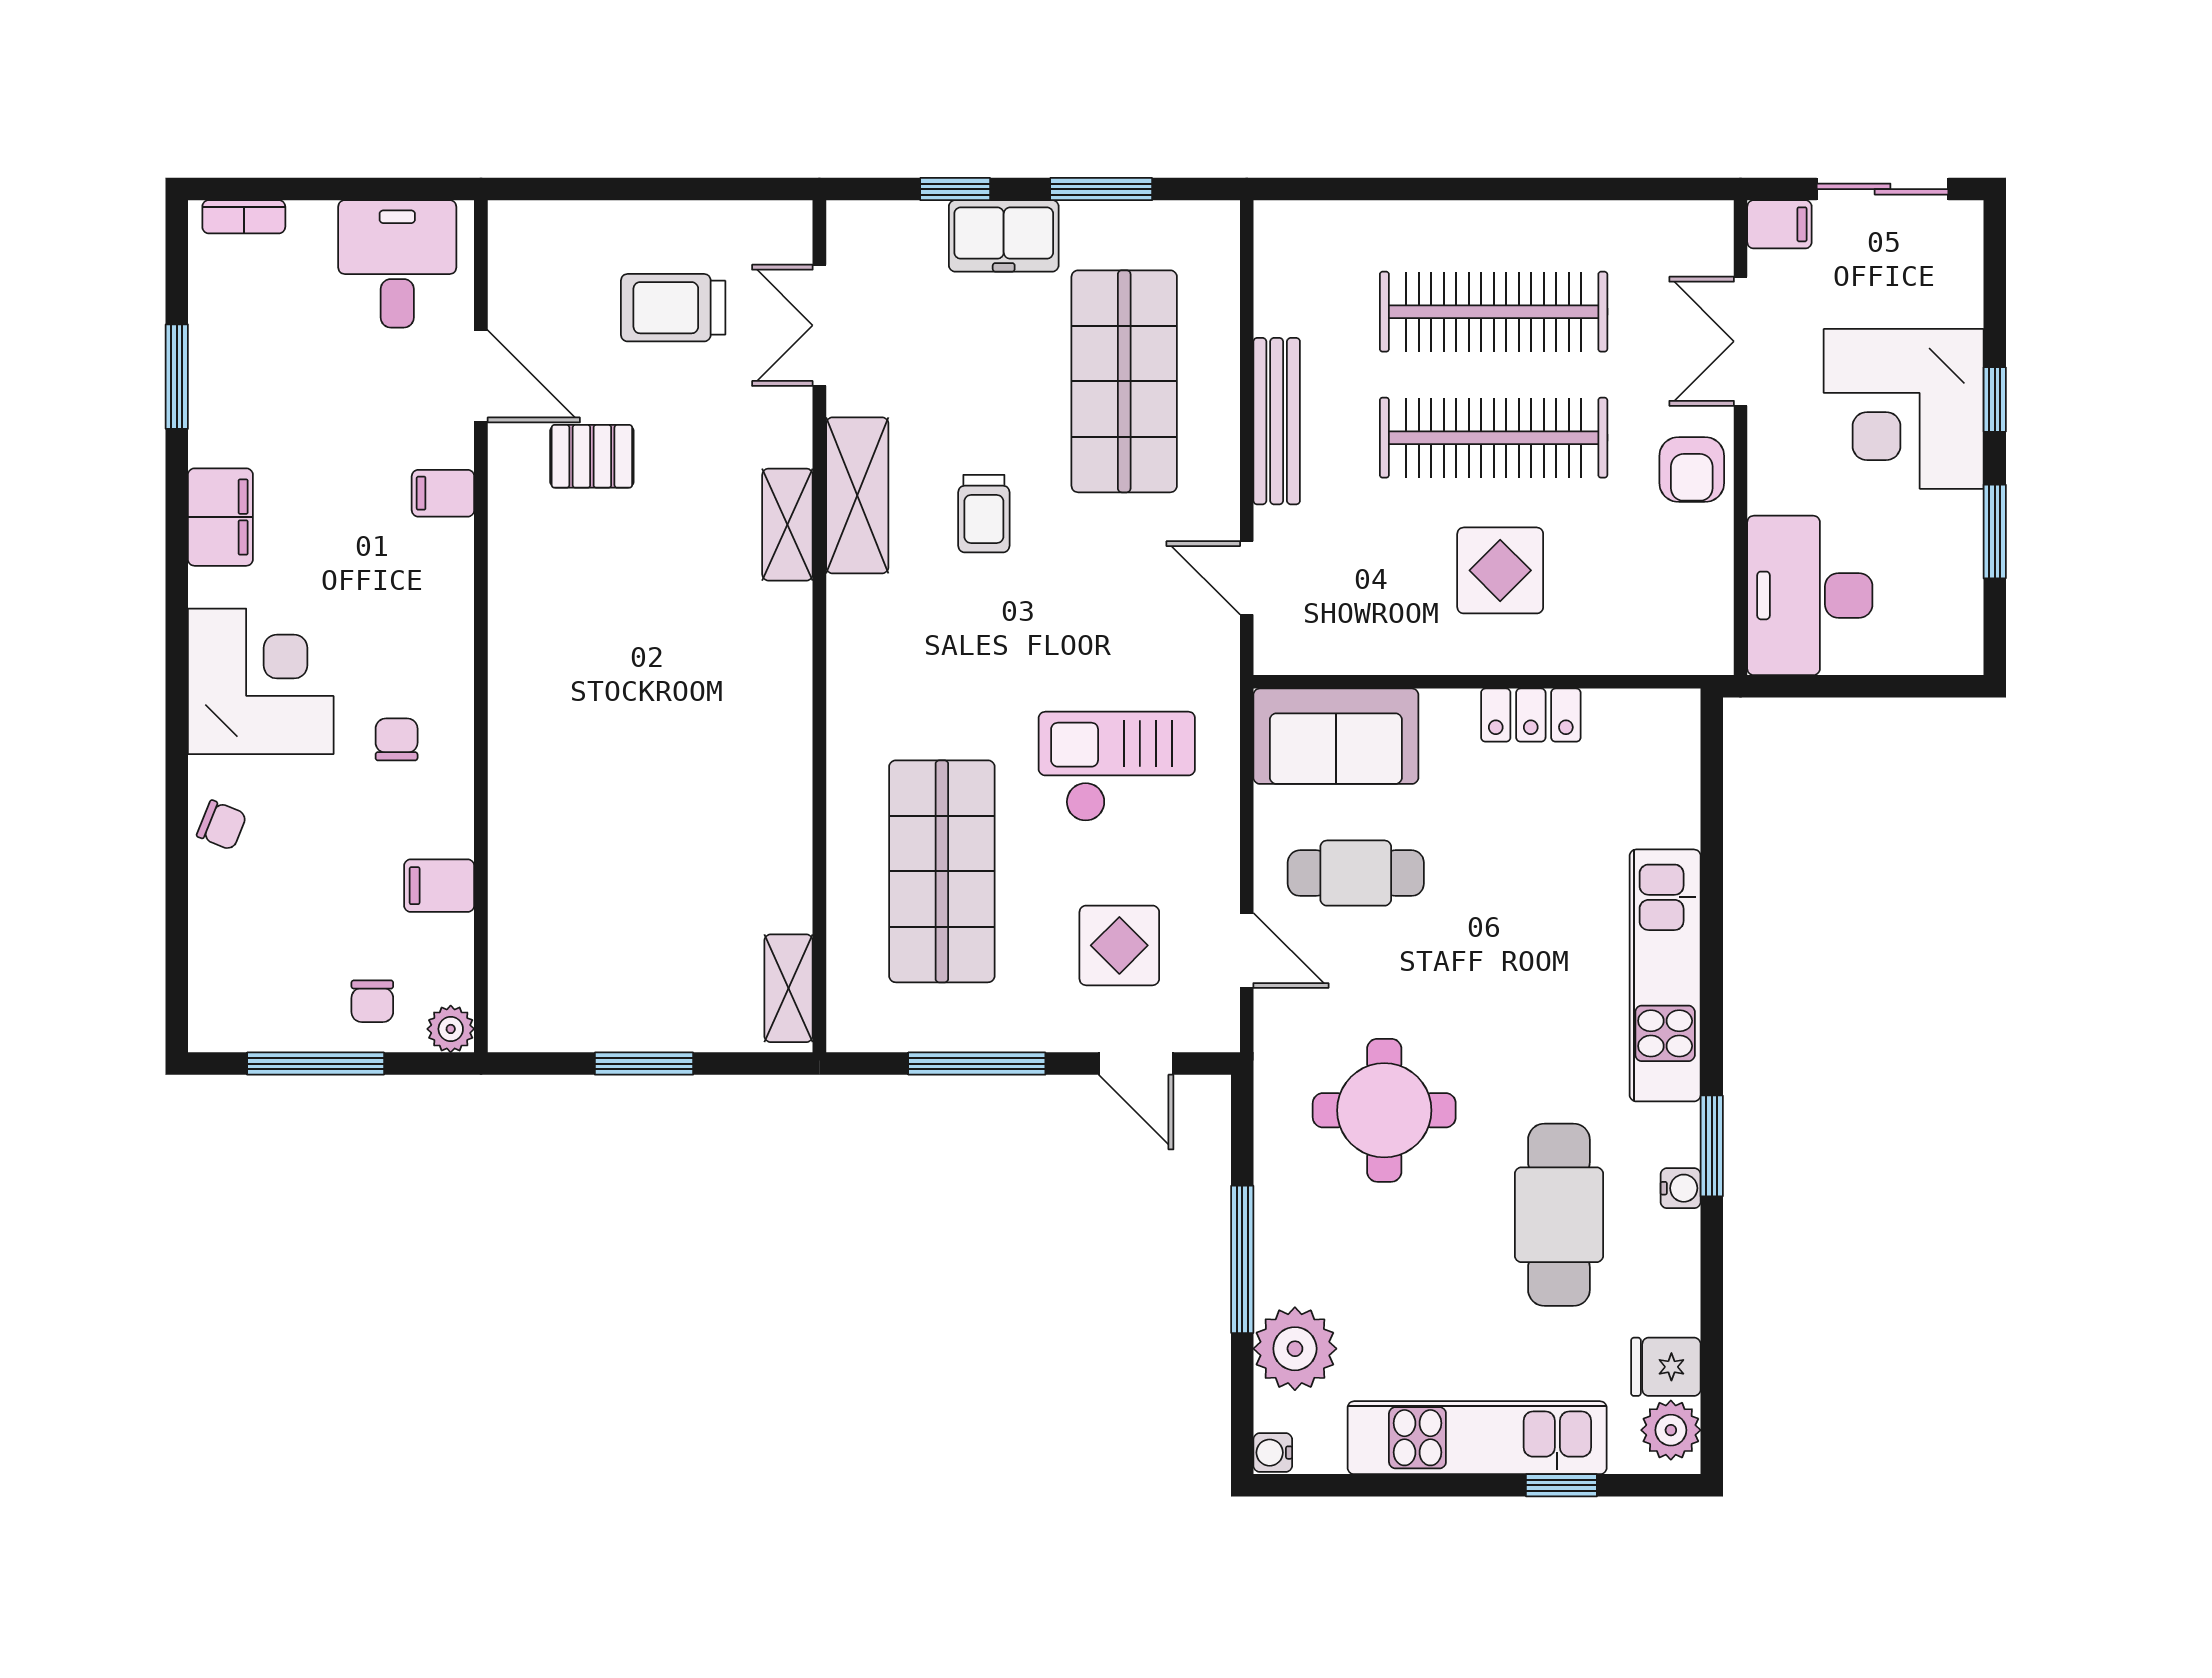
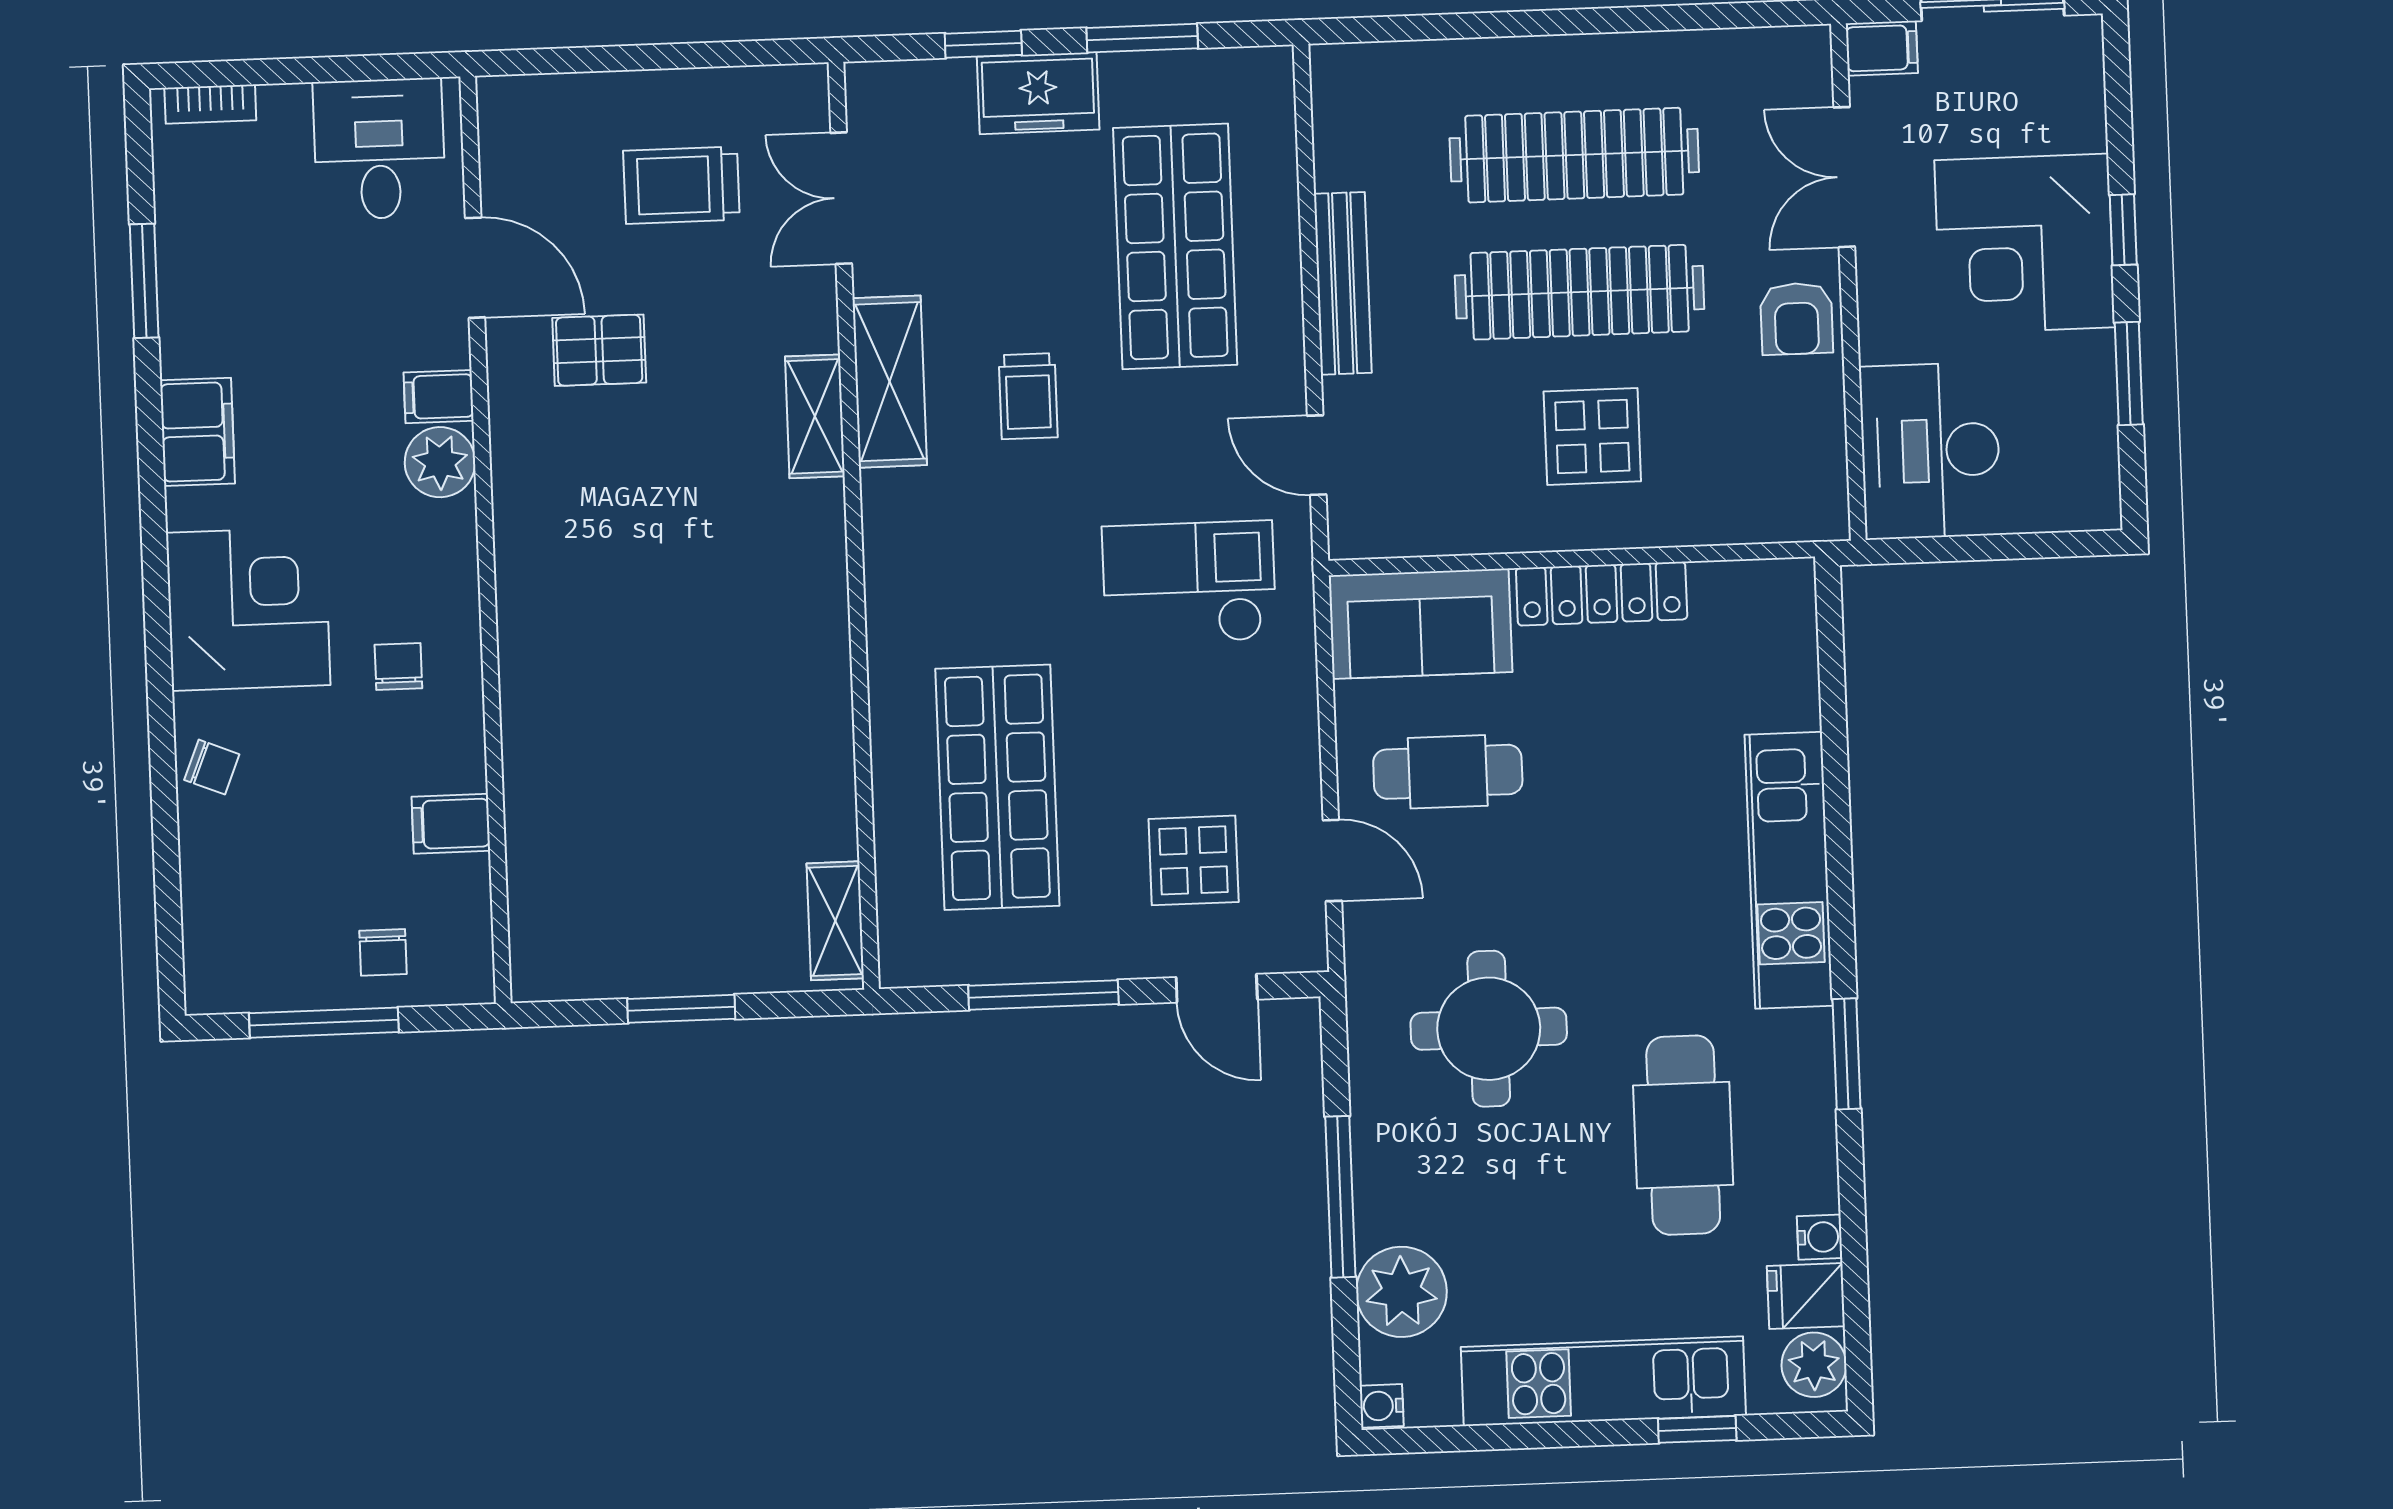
locker: (1531, 715) -> (1602, 594), width x1.53
checkout: (1117, 767) -> (1189, 583), moved
plant: (451, 1029) -> (440, 462), moved, width x1.38, depth x1.38
water cooler: (1681, 1188) -> (1820, 1237), moved

